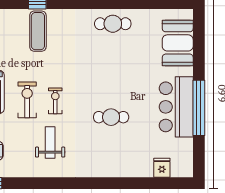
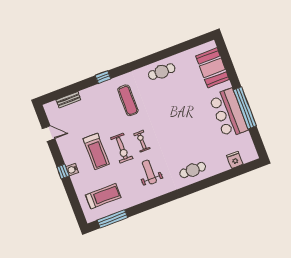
exercise mat: (38, 31) -> (128, 100), moved
exercise bike: (27, 100) -> (122, 148), turned 180
cafe table: (111, 117) -> (193, 170), moved

